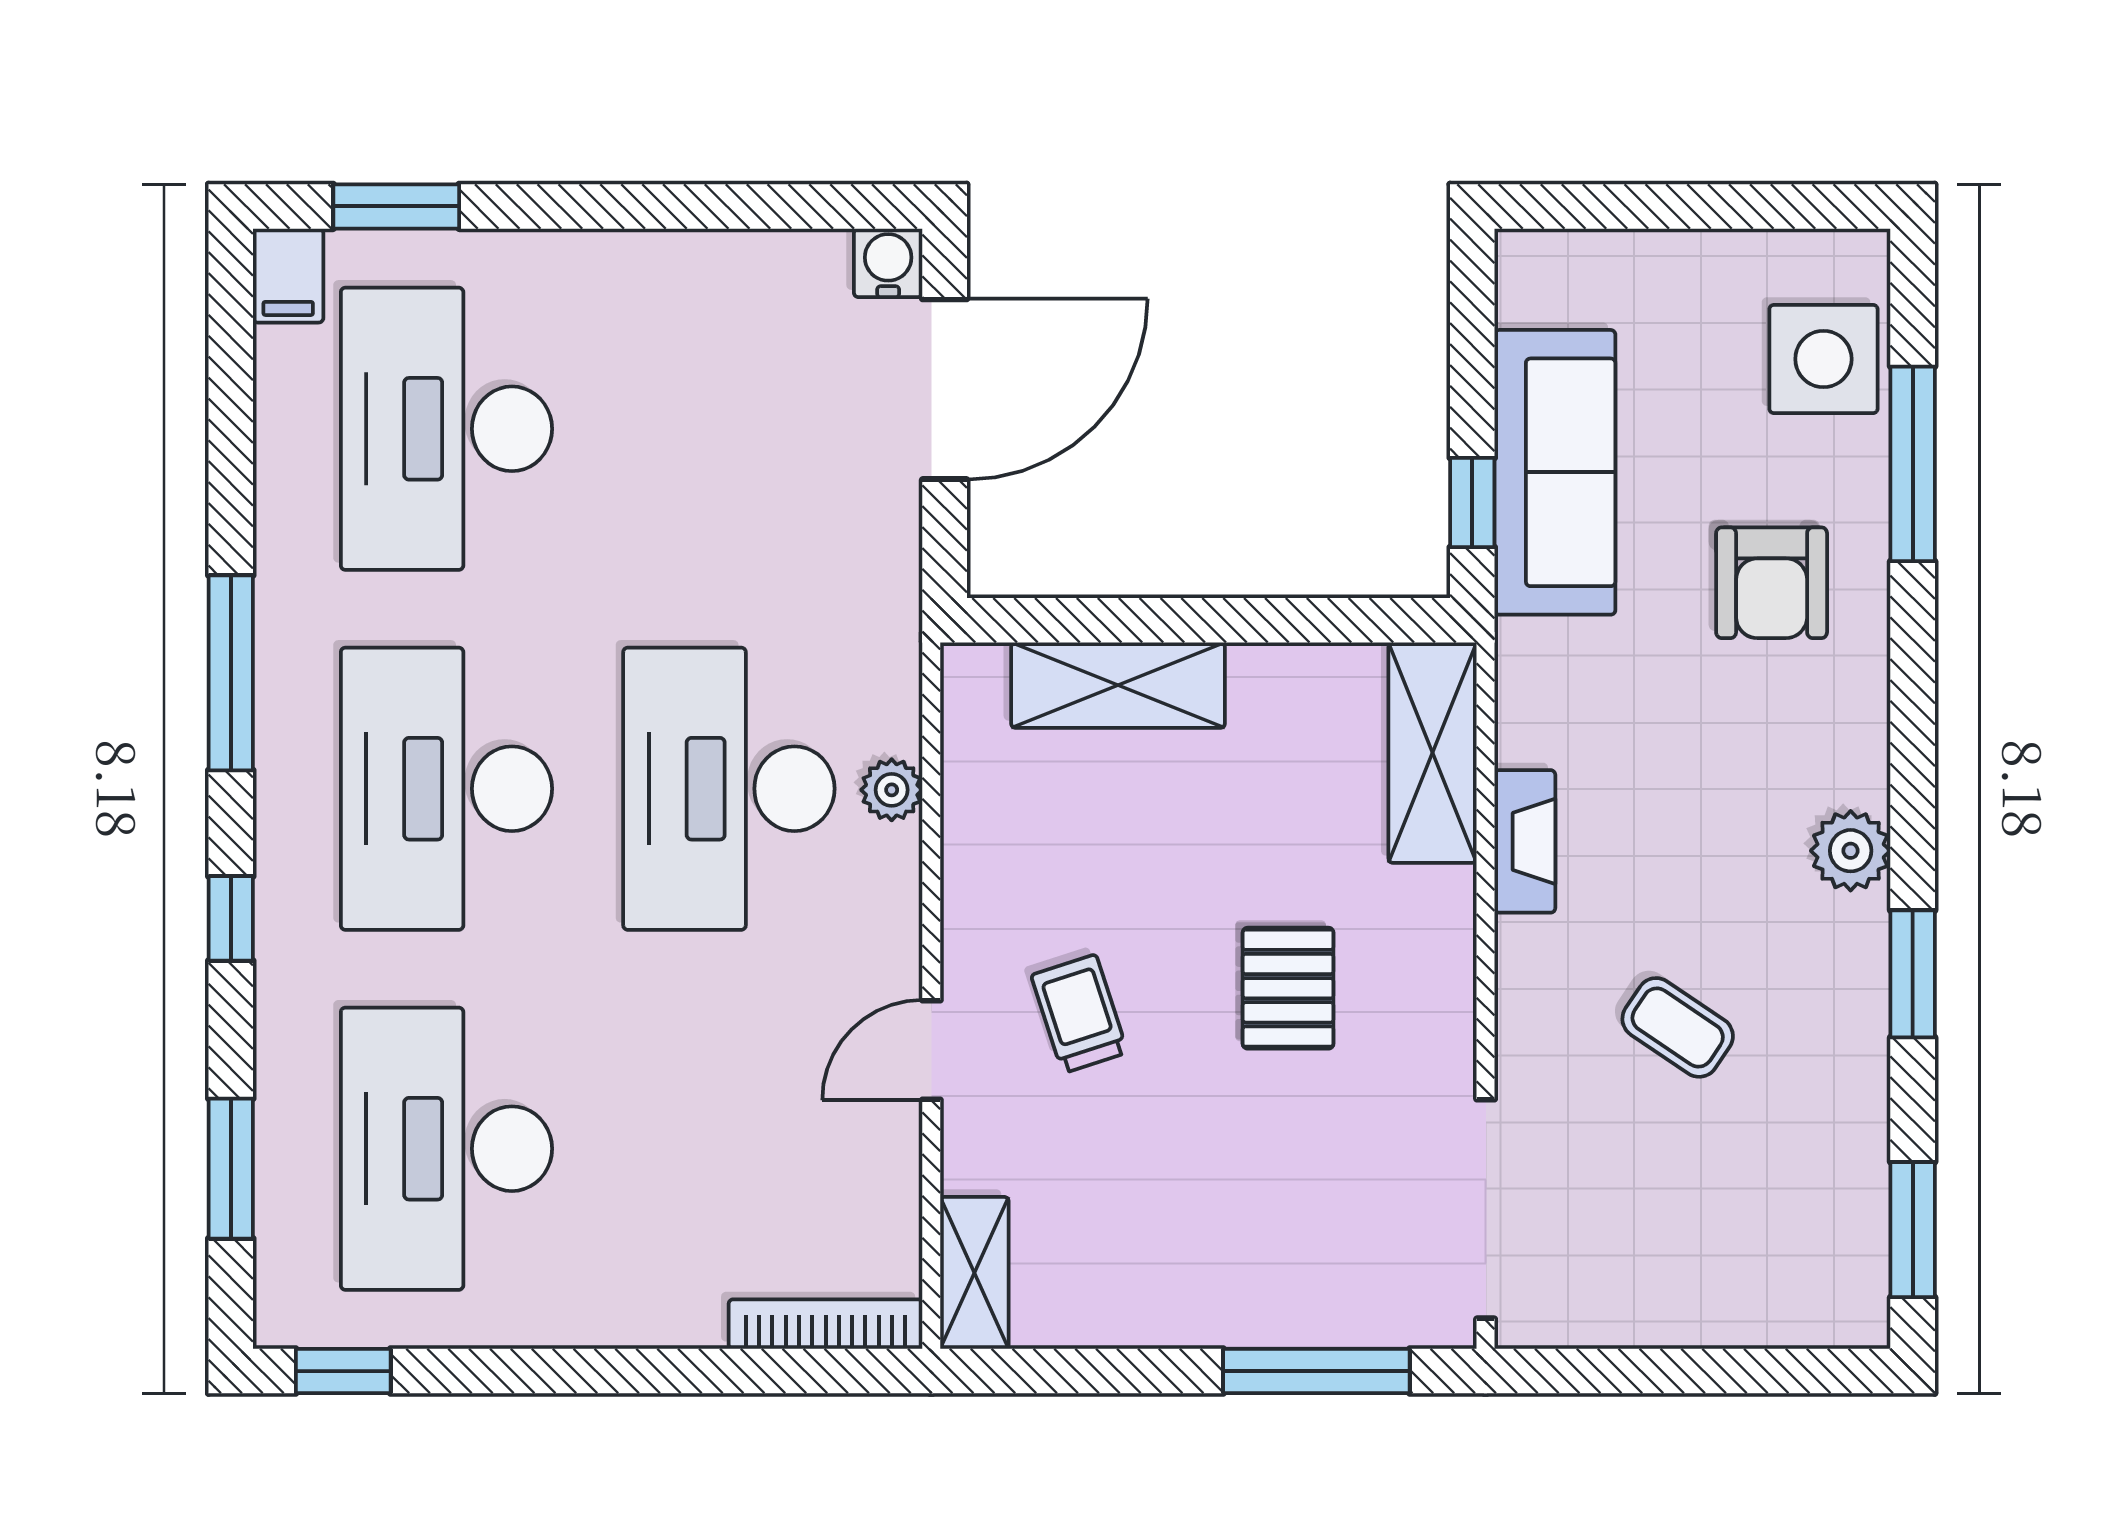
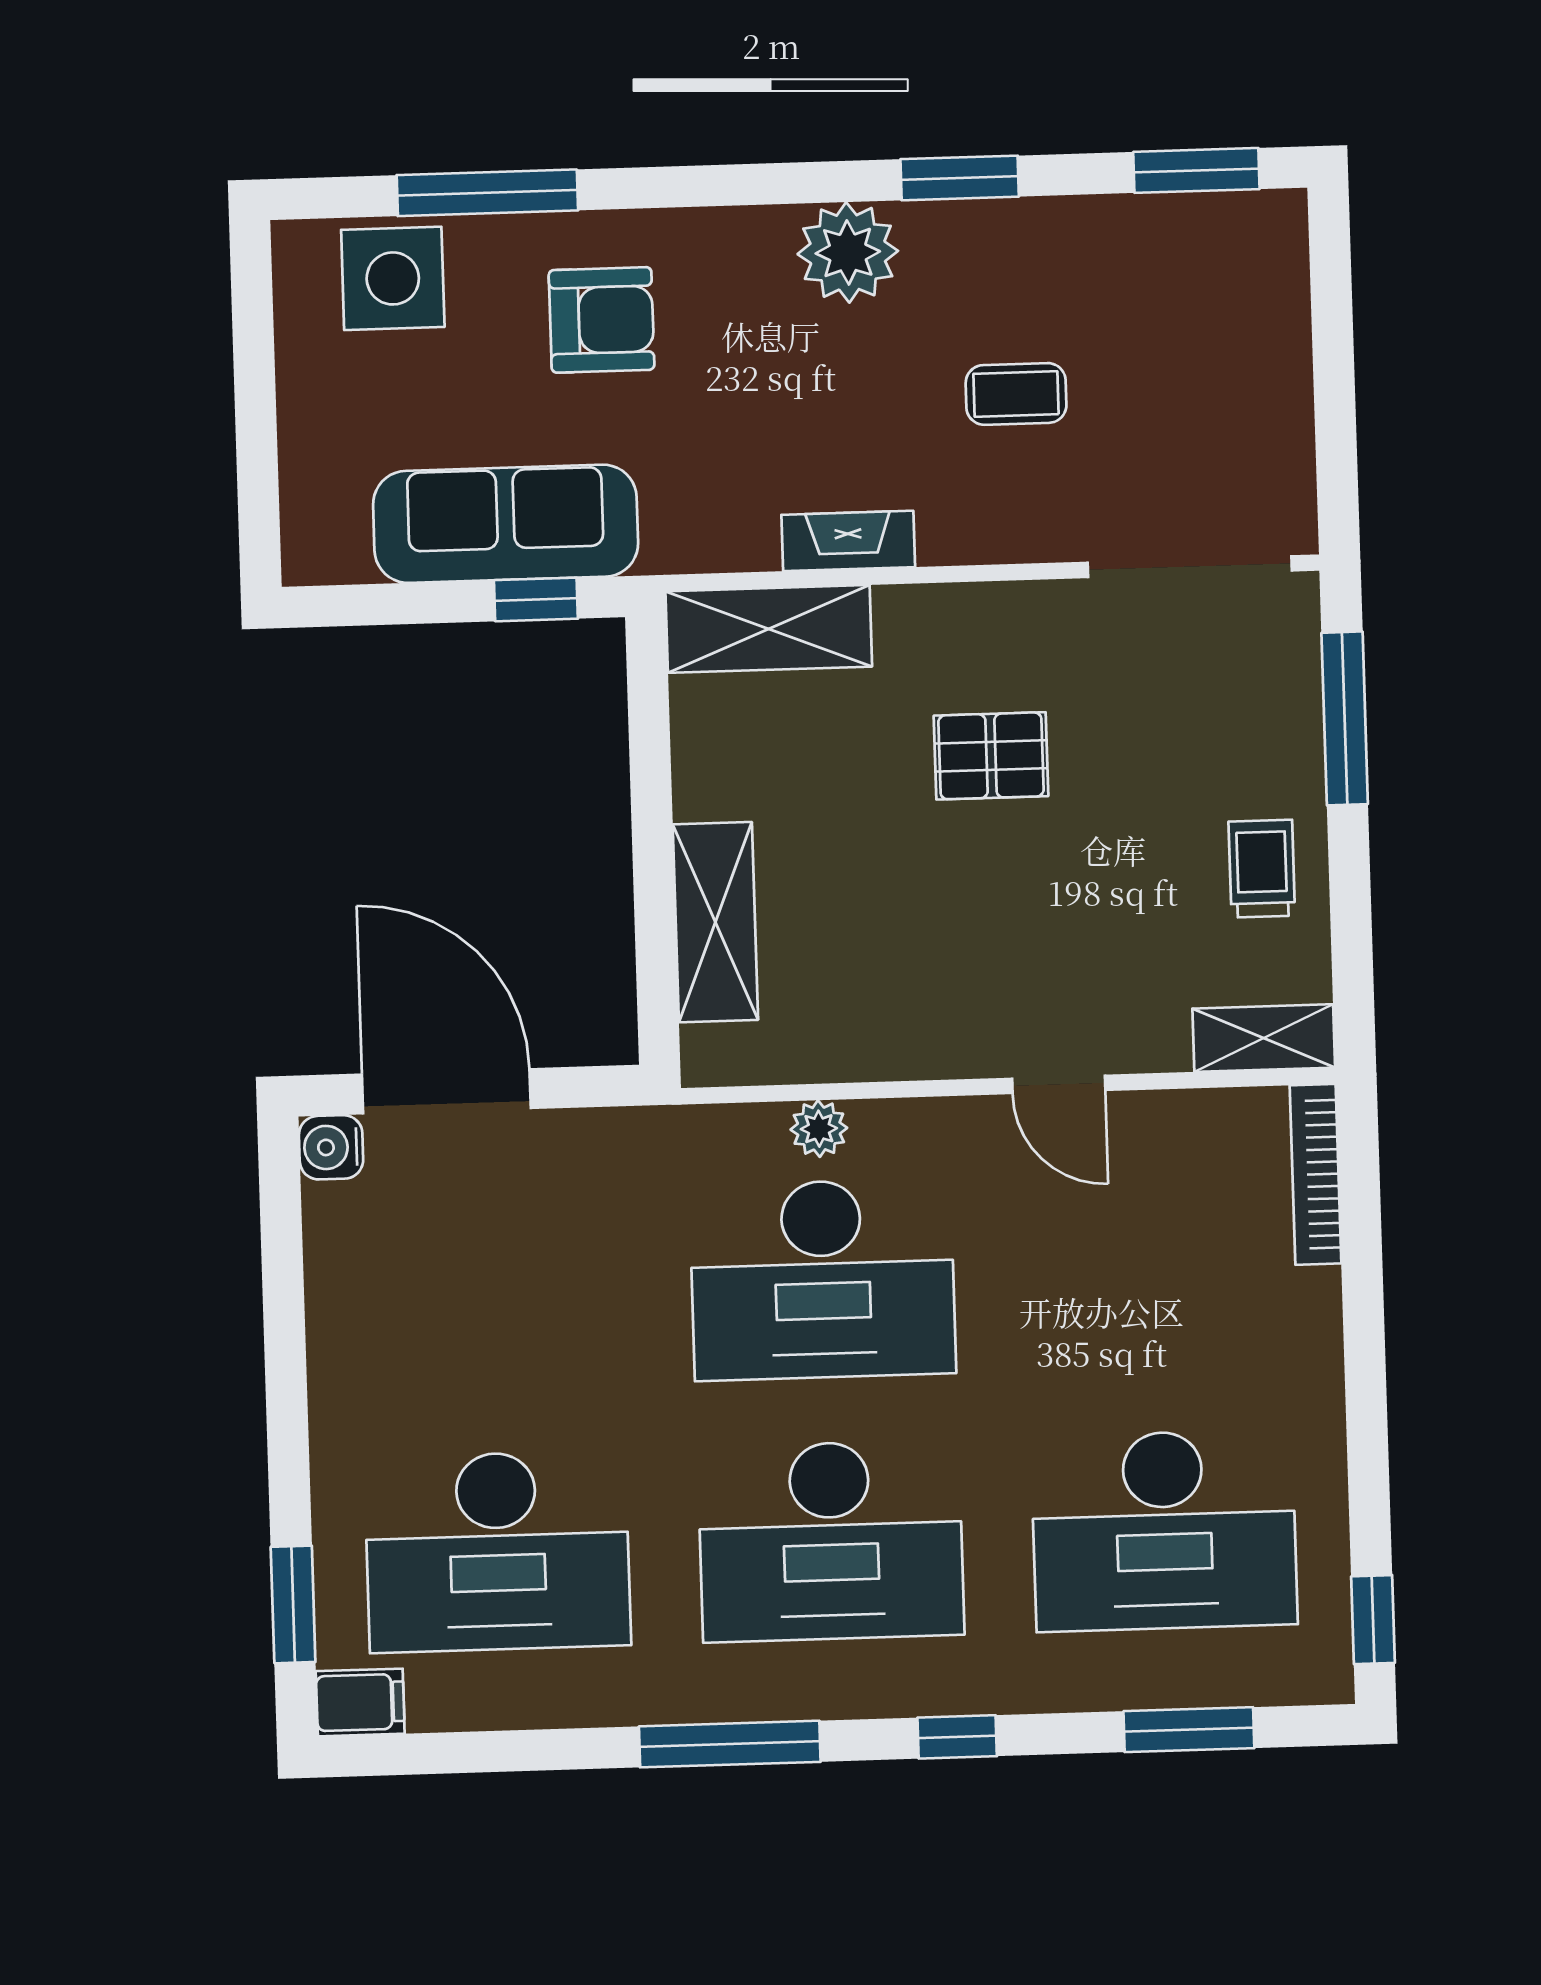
plant: (1851, 851) -> (848, 252), width x1.36, depth x1.36
trolley: (1079, 1014) -> (1262, 869), moved, turned 108
coffee table: (1678, 1027) -> (1016, 394), turned 56

